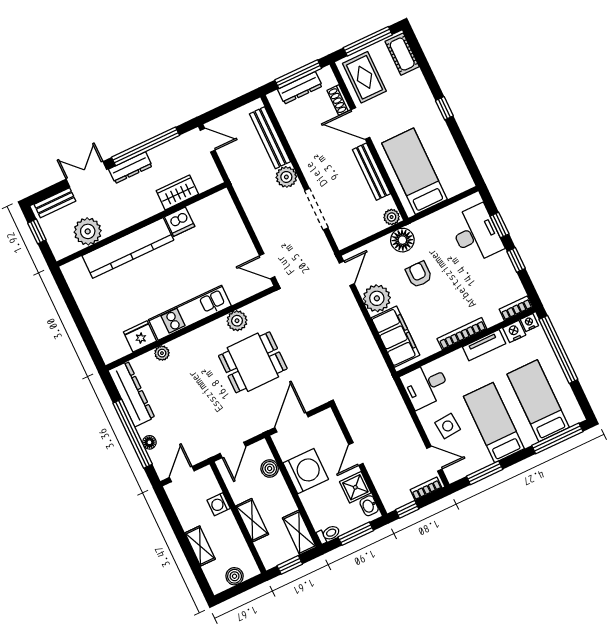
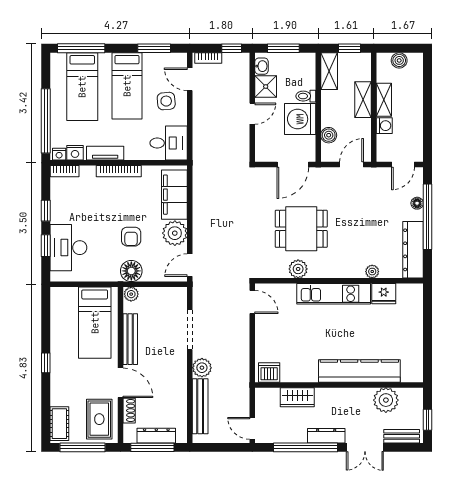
dishwasher: (180, 222) -> (269, 372), moved
toilet: (328, 534) -> (306, 96), moved
shelving: (200, 546) -> (384, 100), moved

